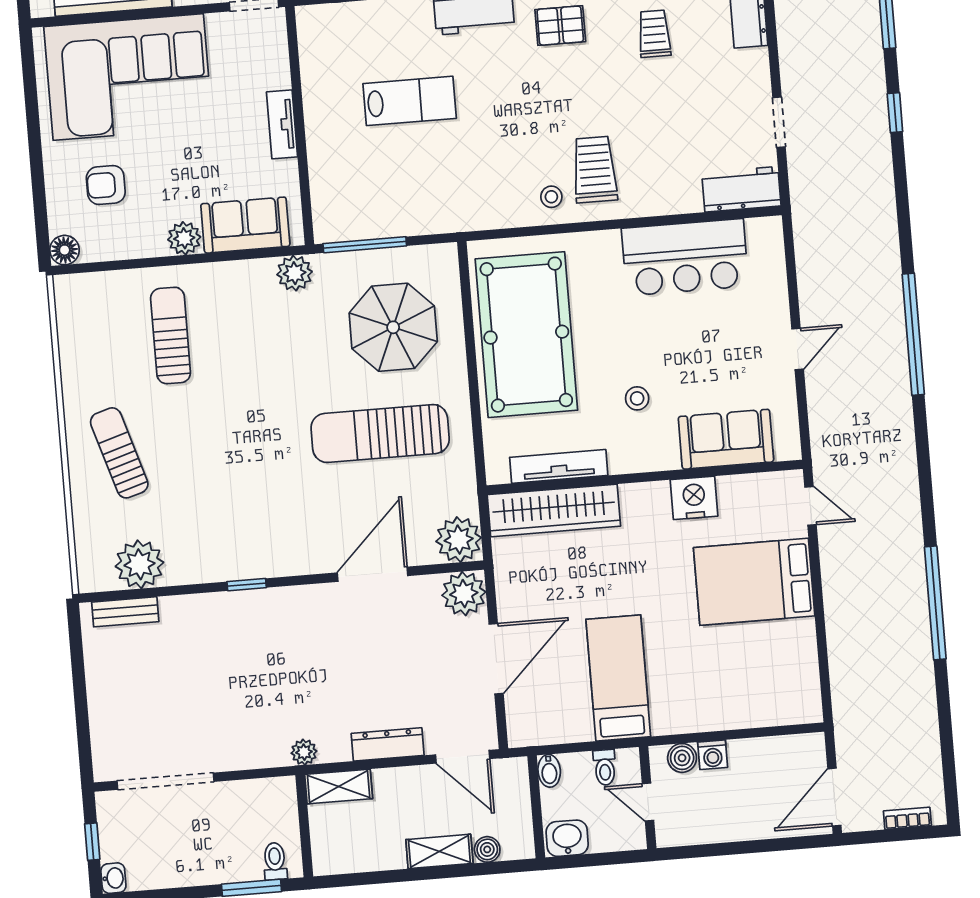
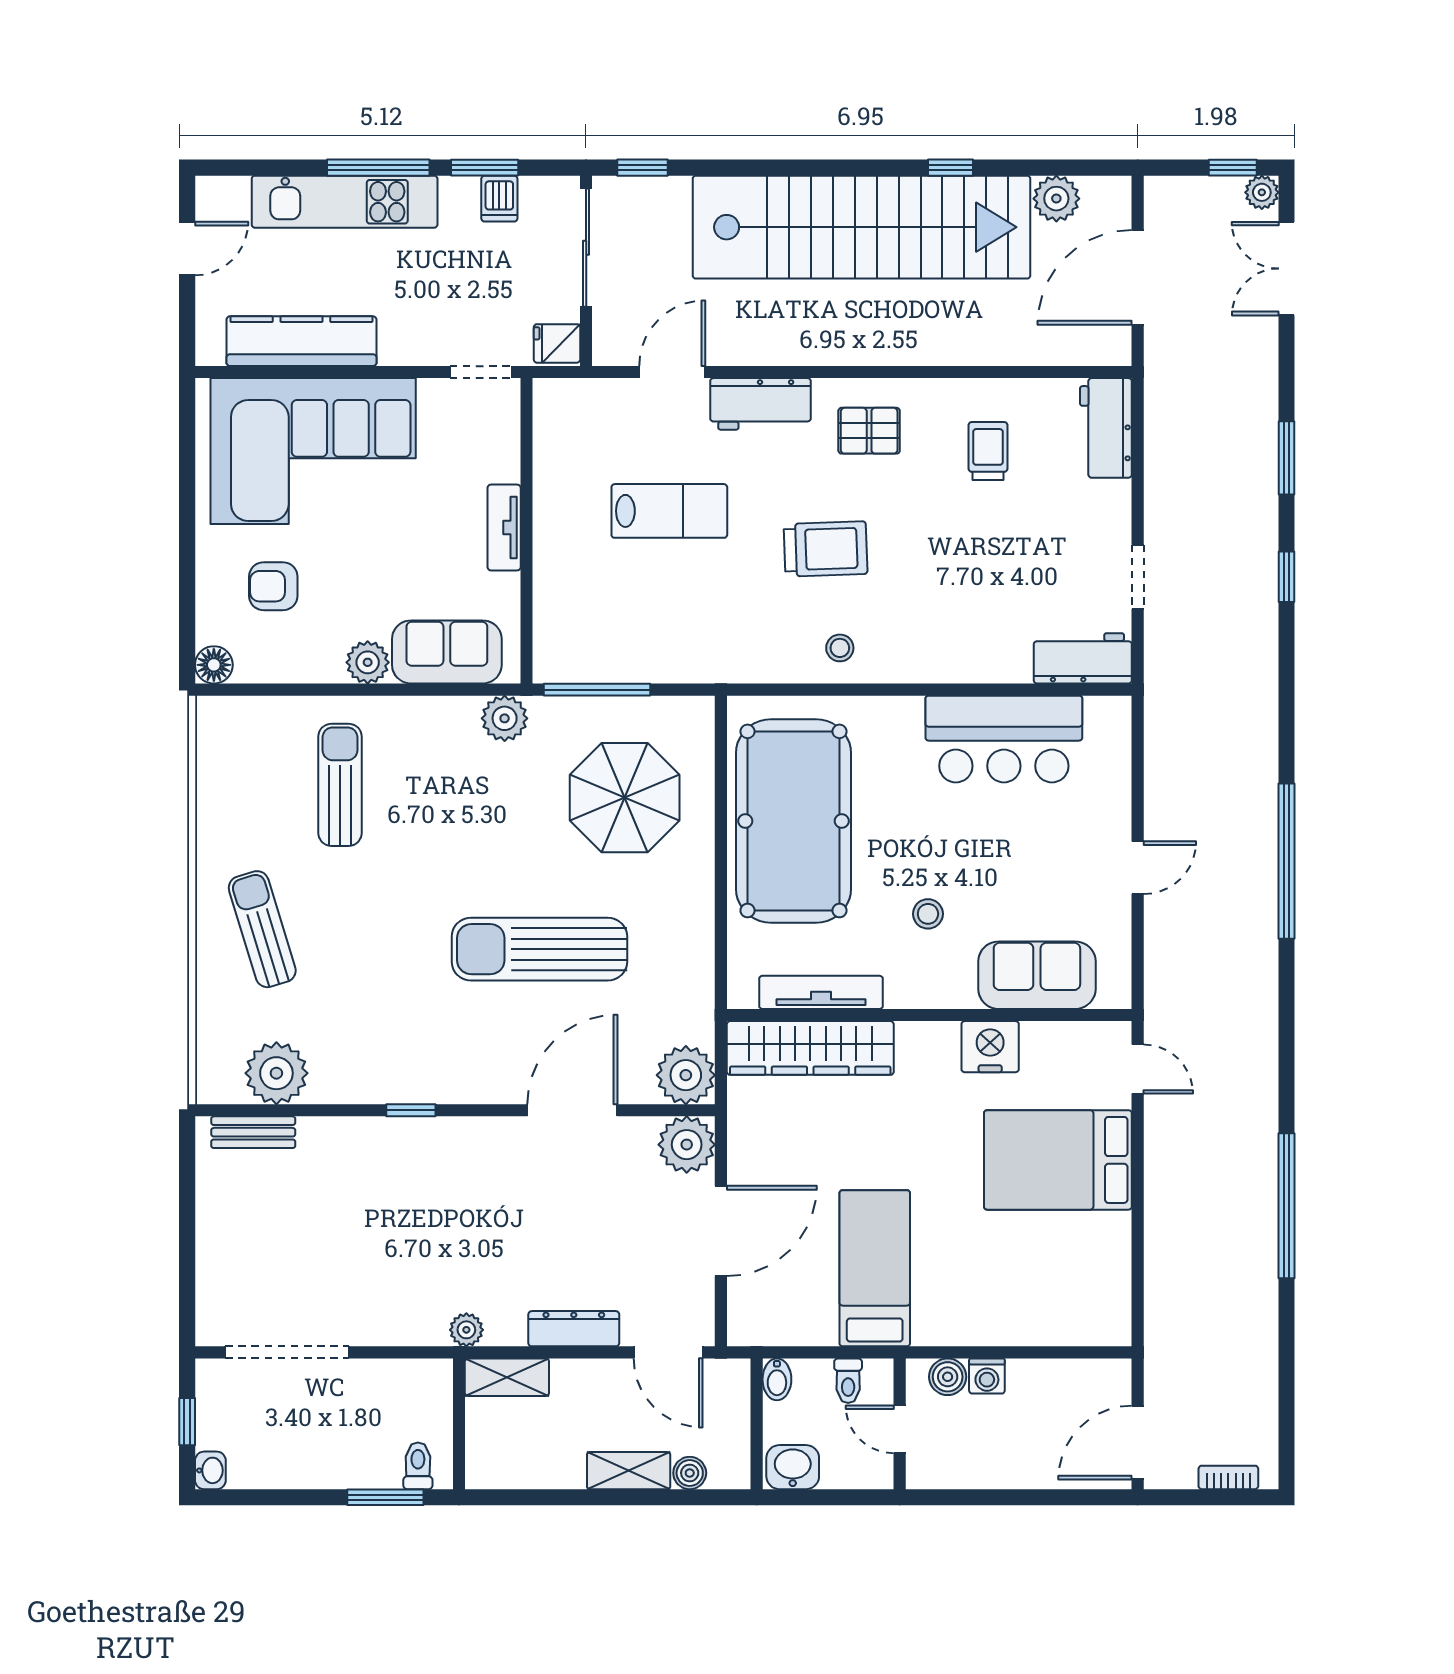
trolley: (595, 170) -> (826, 549), moved, turned 88
sun lounger: (380, 433) -> (539, 949), moved

